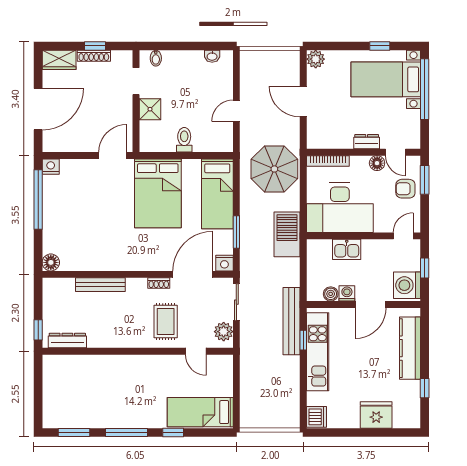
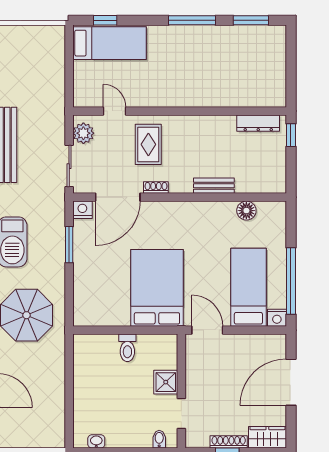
door: (236, 111) -> (69, 380), removed
door: (113, 156) -> (207, 330), swing flipped
bed: (217, 194) -> (248, 287), moved
floor lamp: (51, 262) -> (246, 211), moved
bench: (100, 285) -> (214, 186), width x0.73
window: (173, 432) -> (105, 20), moved

